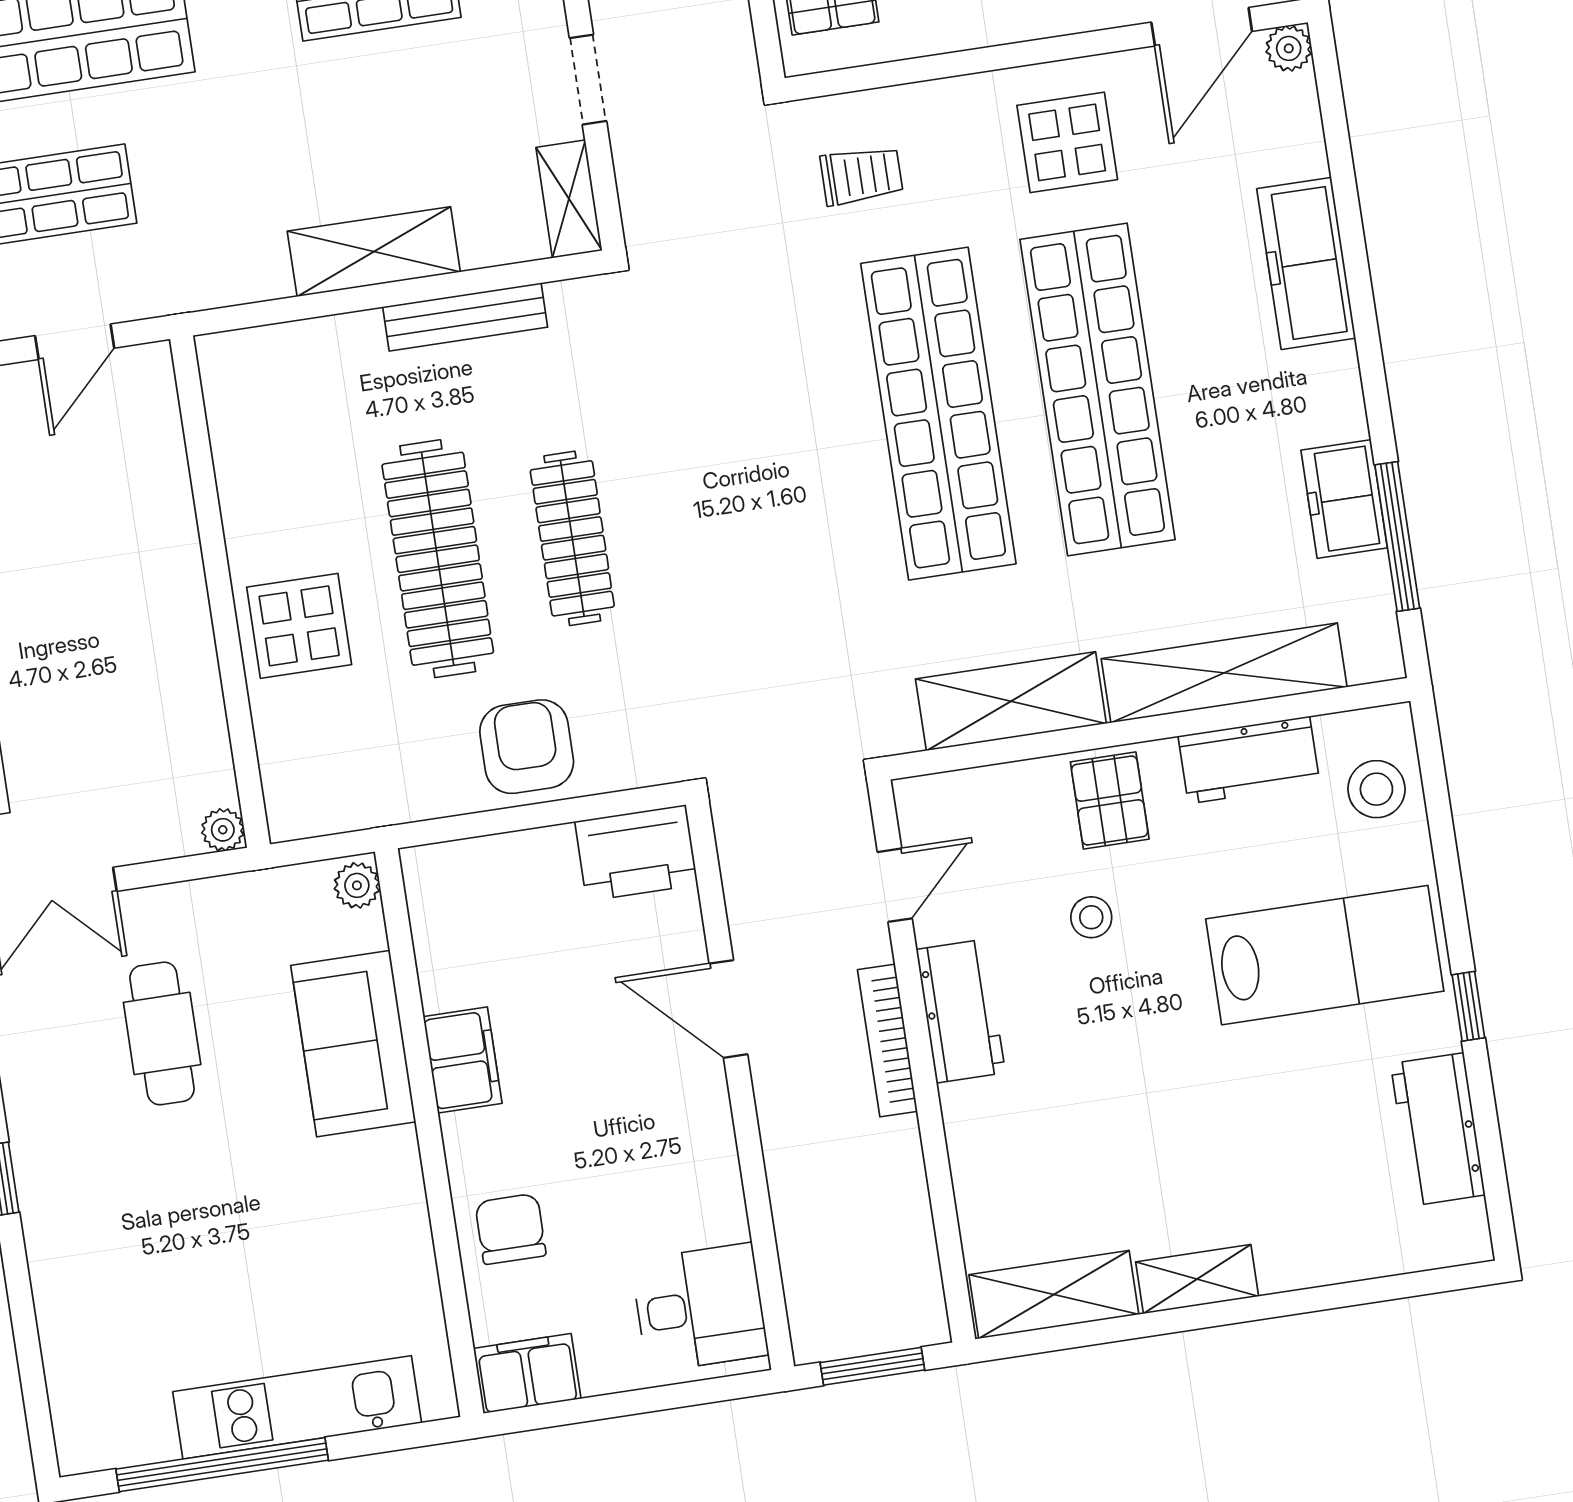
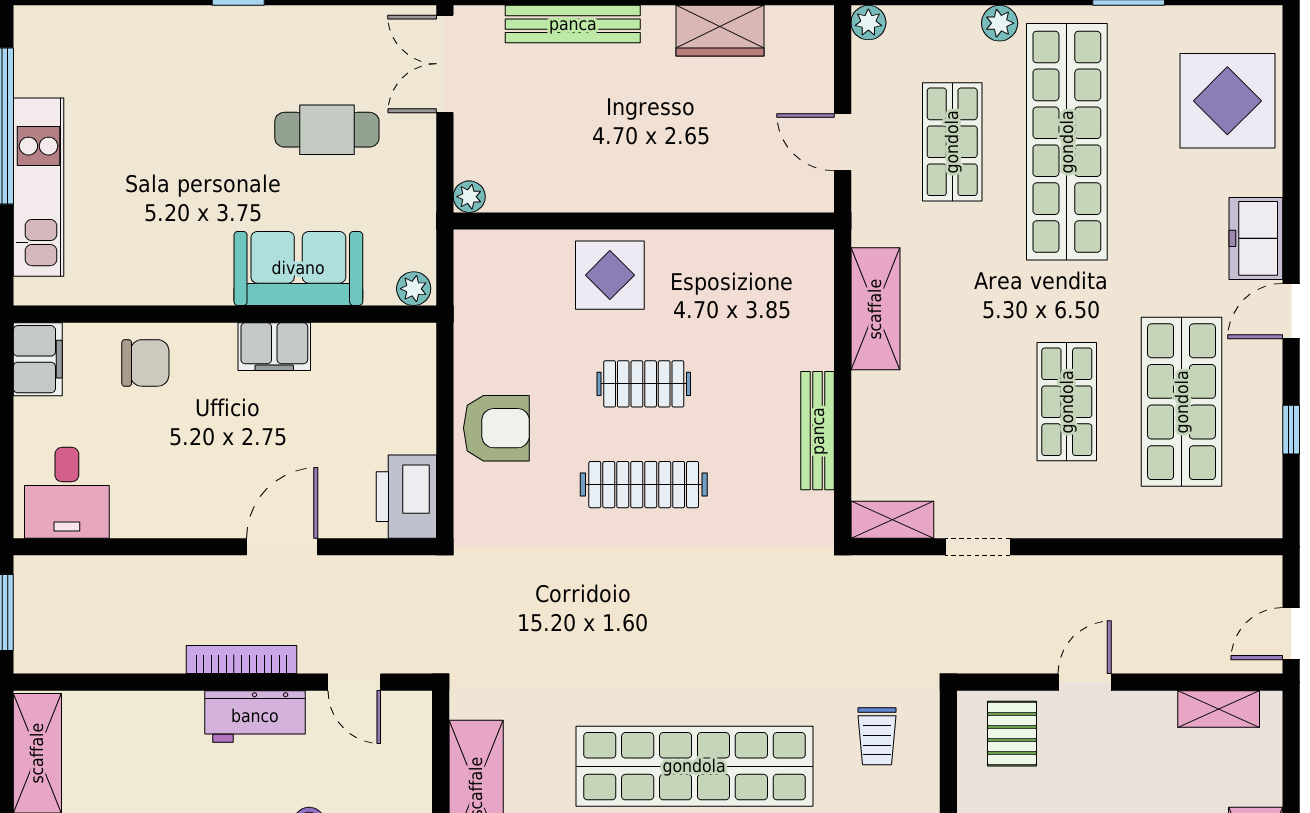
shelving: (374, 252) -> (875, 309), moved
clothes rail: (438, 559) -> (644, 384), width x0.54, depth x0.76

